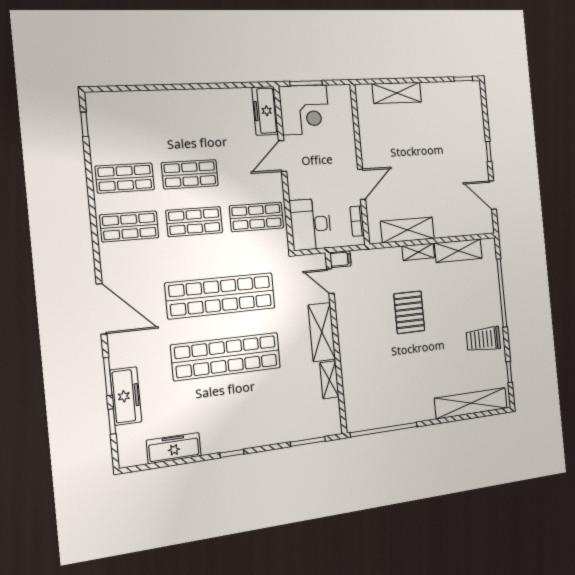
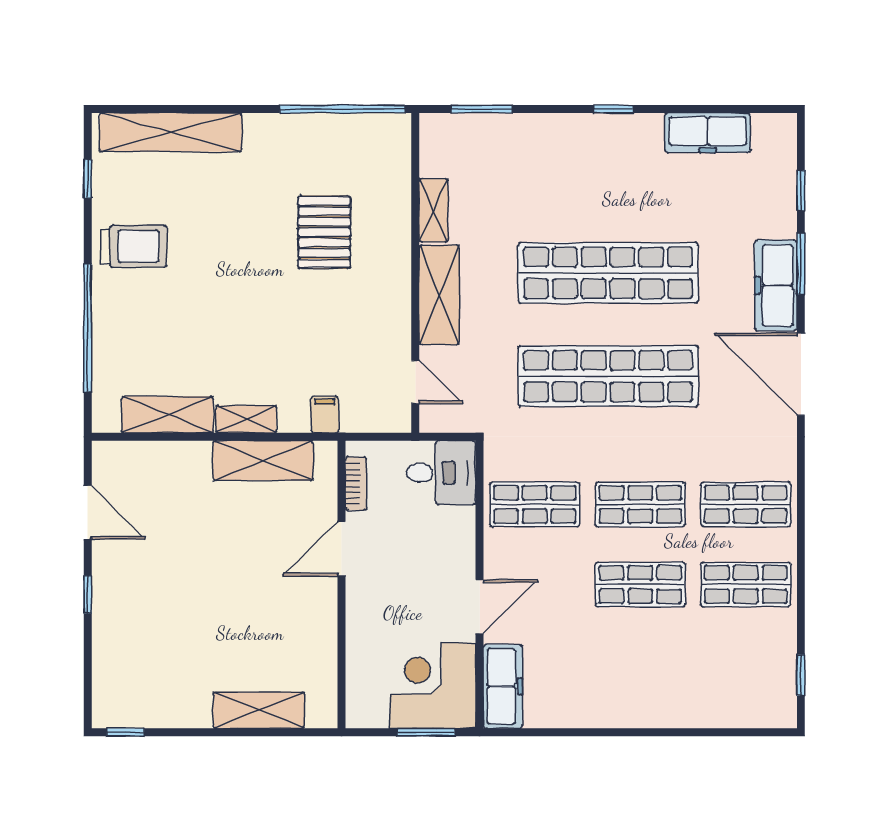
desk: (311, 224) -> (441, 473), width x0.73
filing cabinet: (340, 259) -> (325, 415), moved, turned 90
pallet: (409, 312) -> (324, 232), moved
freezer: (126, 396) -> (776, 285), moved

